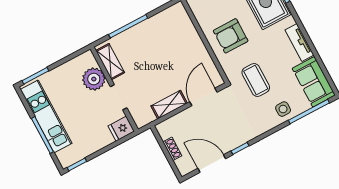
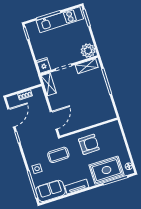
armchair: (231, 36) -> (89, 144), turned 89
plant: (94, 79) -> (88, 51), moved
door: (203, 97) -> (54, 120), hinge flipped
shelving: (169, 105) -> (49, 84), moved

